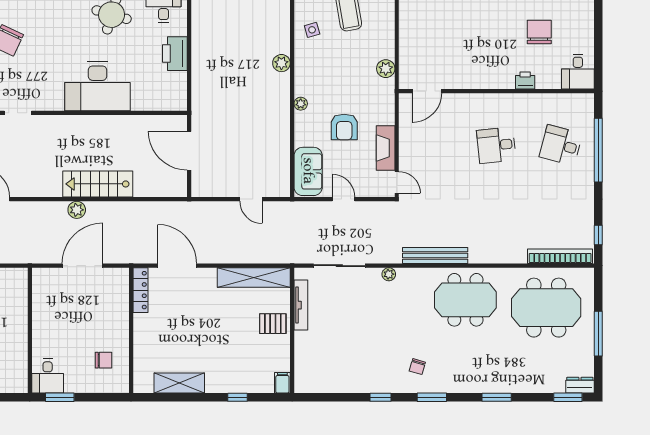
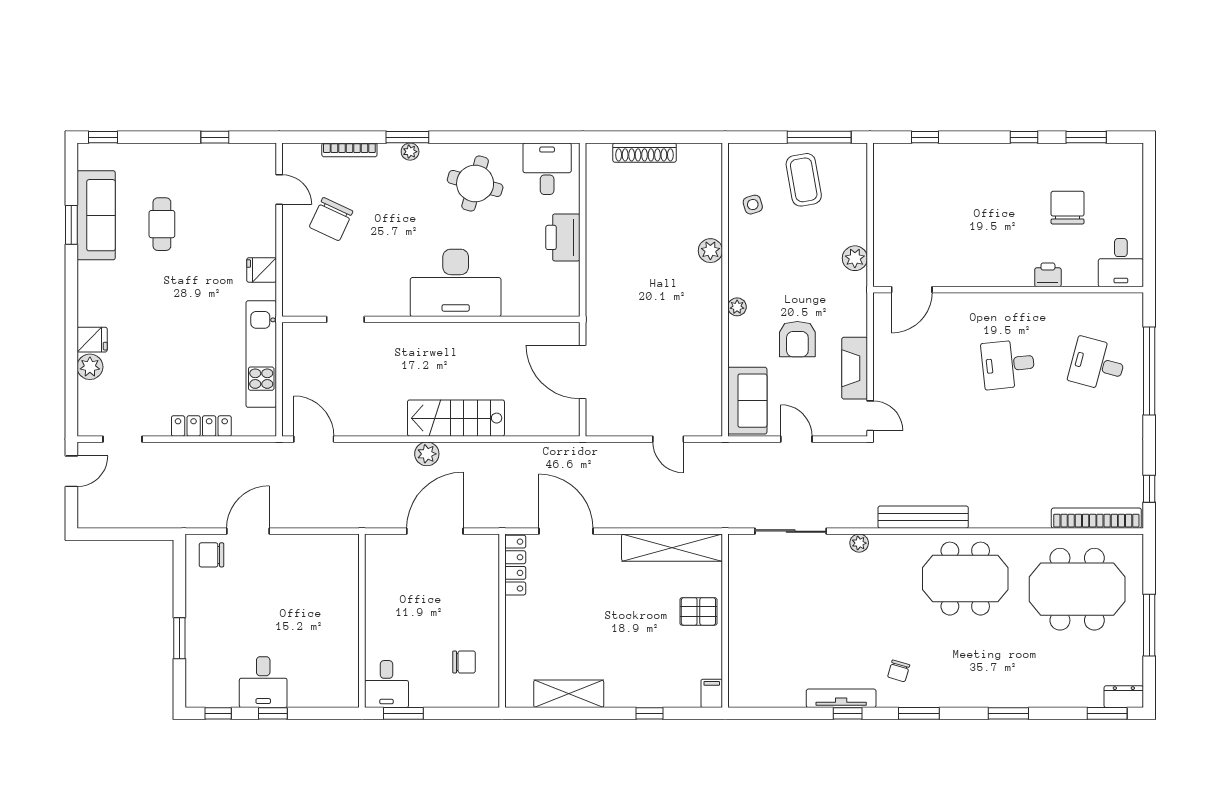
tv unit: (301, 305) -> (841, 698), moved, turned -90

